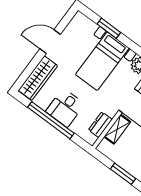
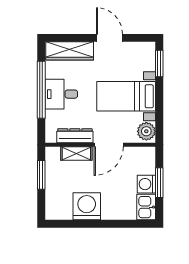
window: (109, 28) -> (159, 63), moved
dresser: (100, 125) -> (75, 136), width x1.44
window: (123, 174) -> (41, 175), moved

